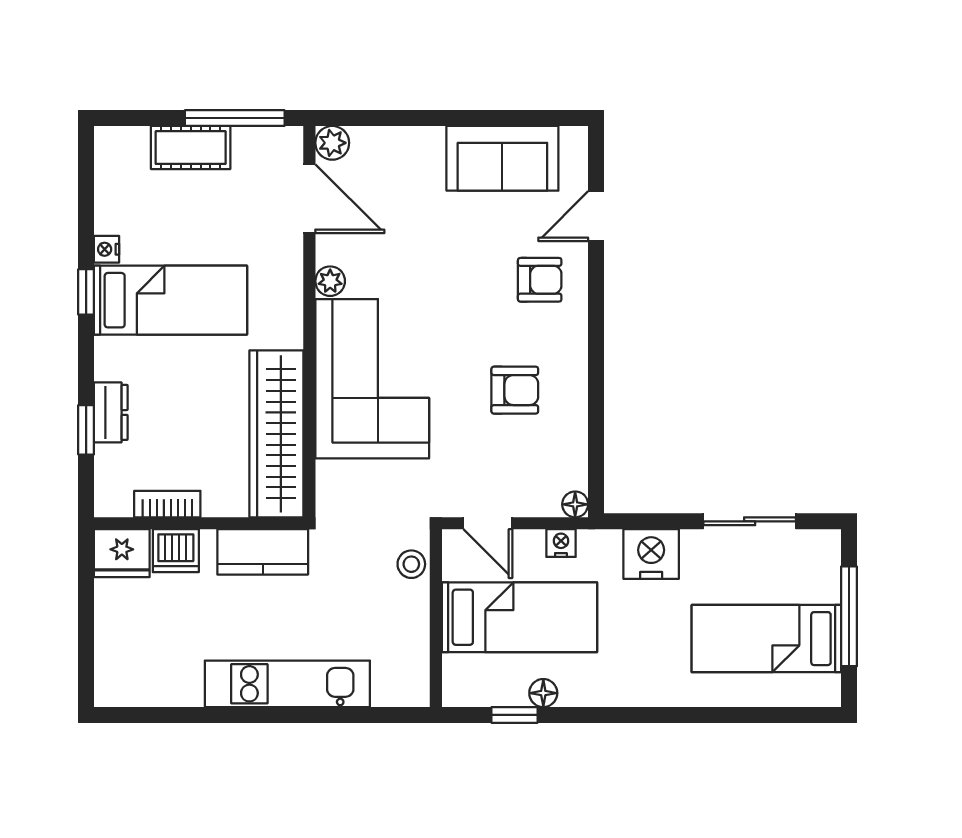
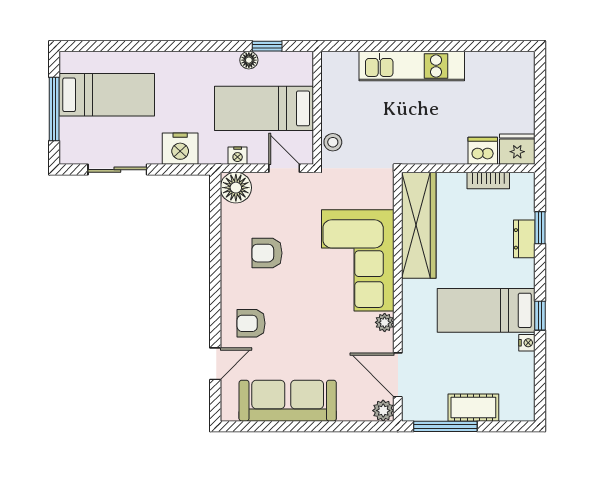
sofa: (502, 158) -> (288, 401), width x1.36
floor lamp: (575, 504) -> (236, 188), width x1.89, depth x1.89
kitchen counter: (263, 552) -> (428, 150), removed

